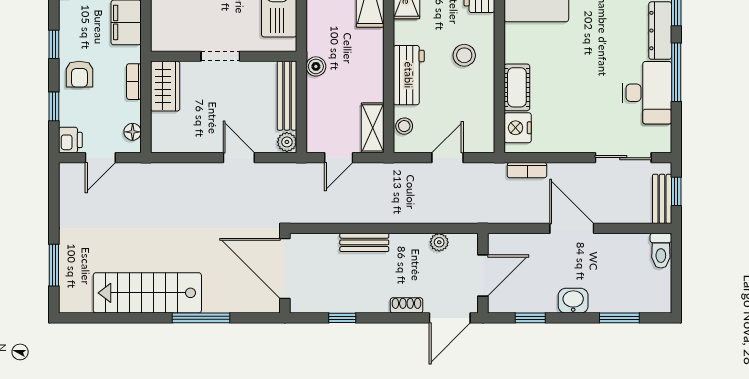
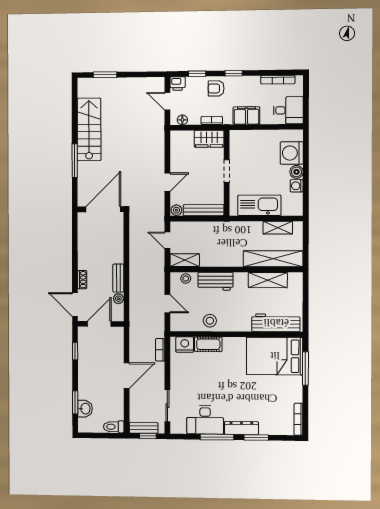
stool: (464, 55) -> (210, 321), moved
boiler: (316, 66) -> (221, 227), removed
bench: (364, 242) -> (118, 278), moved
door: (483, 276) -> (99, 324), swing flipped
washbasin: (573, 301) -> (85, 409), moved
window: (342, 318) -> (75, 242), removed

